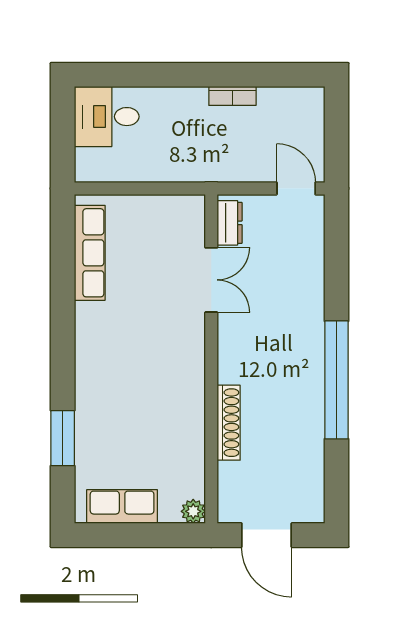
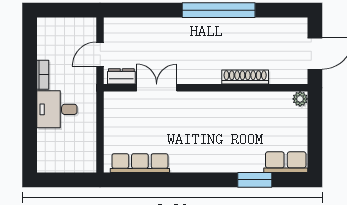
desk: (107, 117) -> (57, 109), moved, turned 90
door: (296, 188) -> (100, 54), moved
row of seats: (122, 507) -> (286, 162), moved, turned 90

